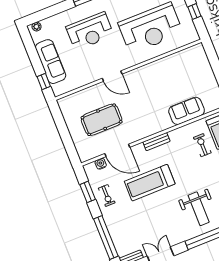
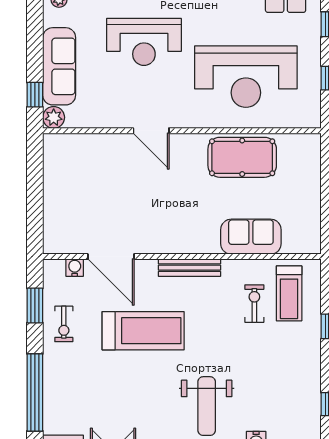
plant: (58, 90) -> (54, 117), added
pool table: (102, 120) -> (242, 157), moved
bench: (156, 142) -> (189, 268), width x1.36
treadmill: (150, 183) -> (143, 331), turned 180

